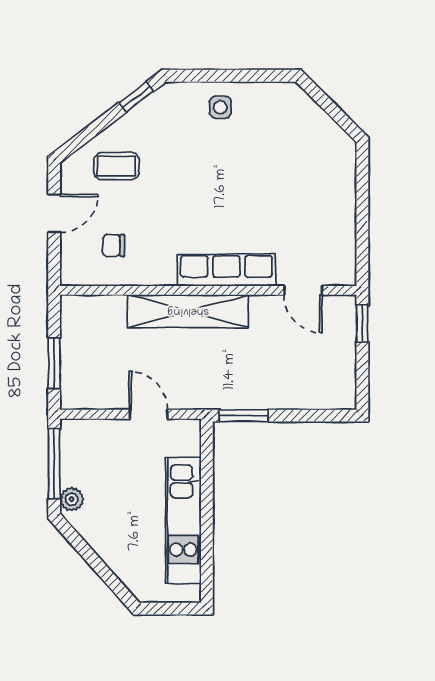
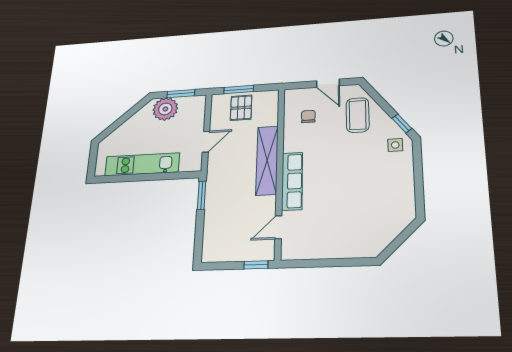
side table: (220, 107) -> (395, 145), moved
coffee table: (116, 166) -> (358, 115), width x1.36, depth x1.30
pallet: (89, 358) -> (241, 108), added
window: (54, 464) -> (181, 94), width x0.69
plant: (72, 499) -> (165, 109), width x1.88, depth x1.88

